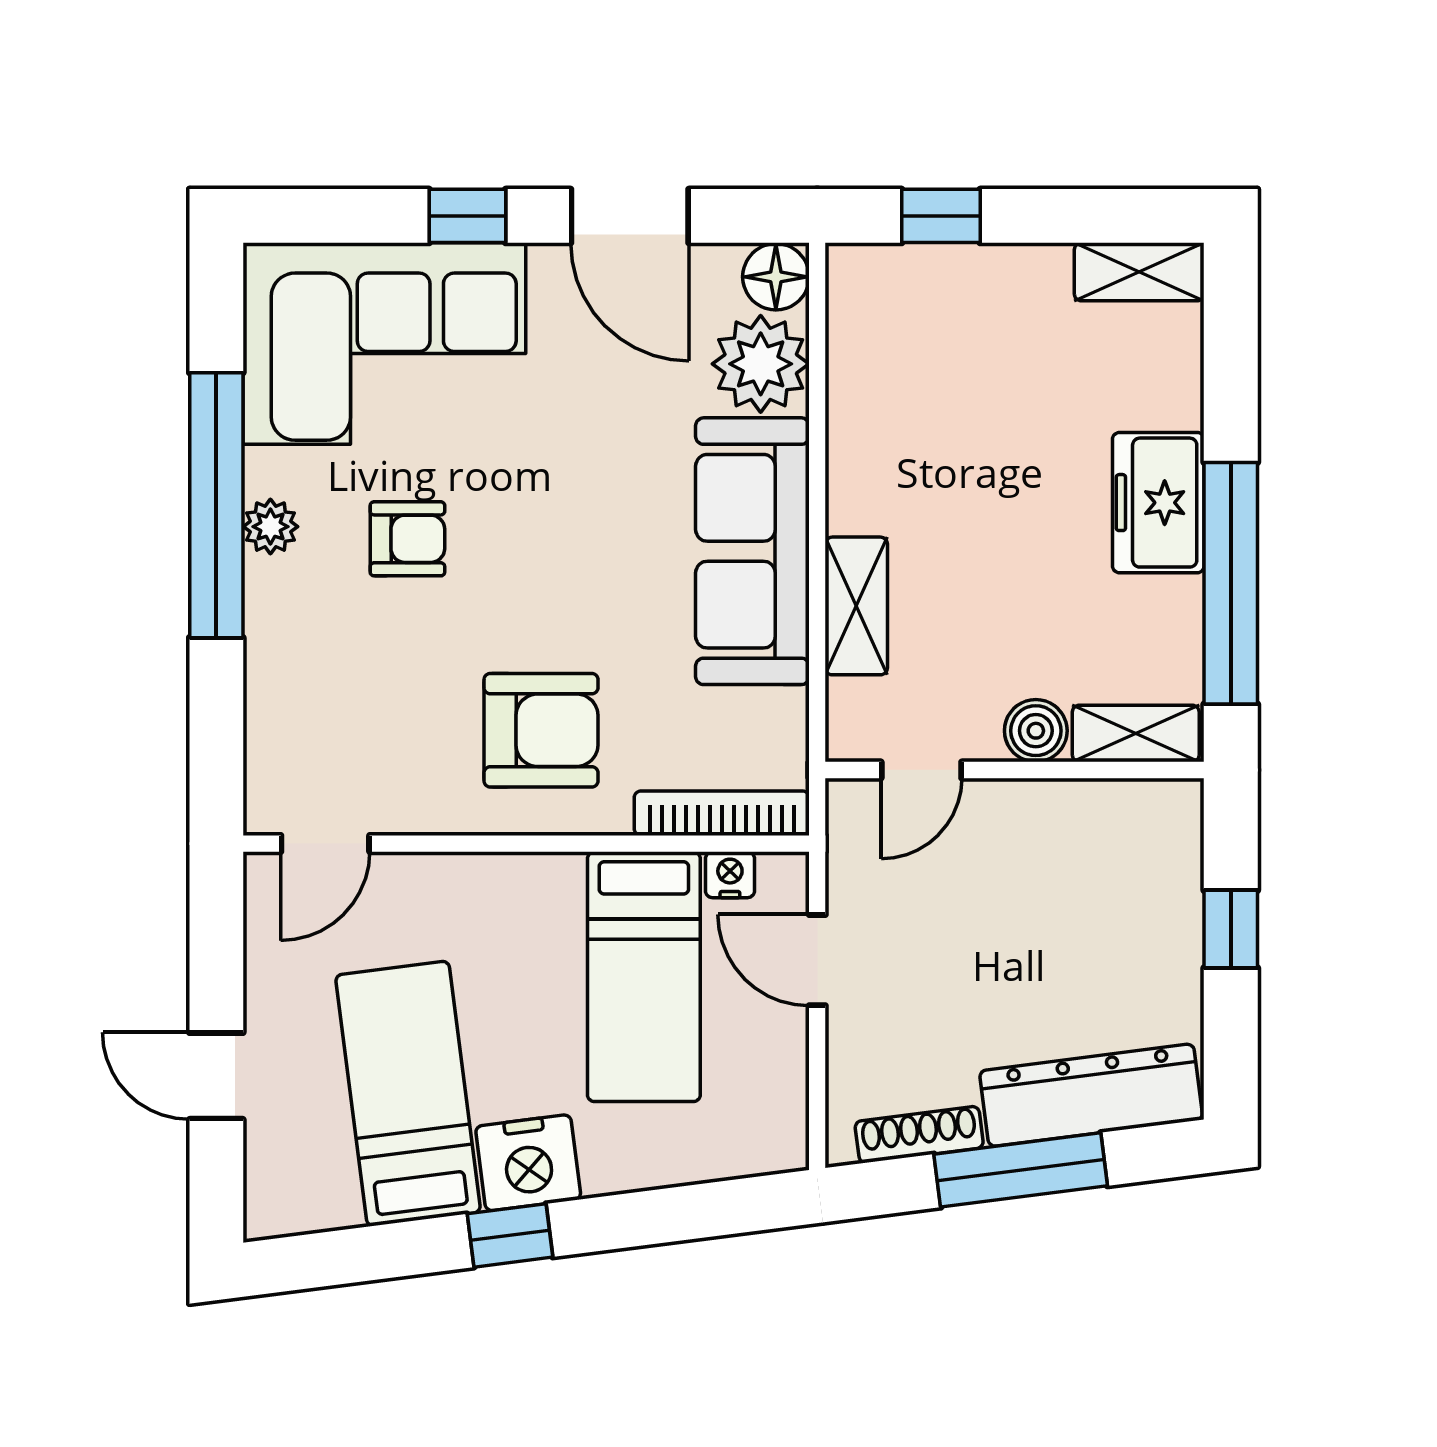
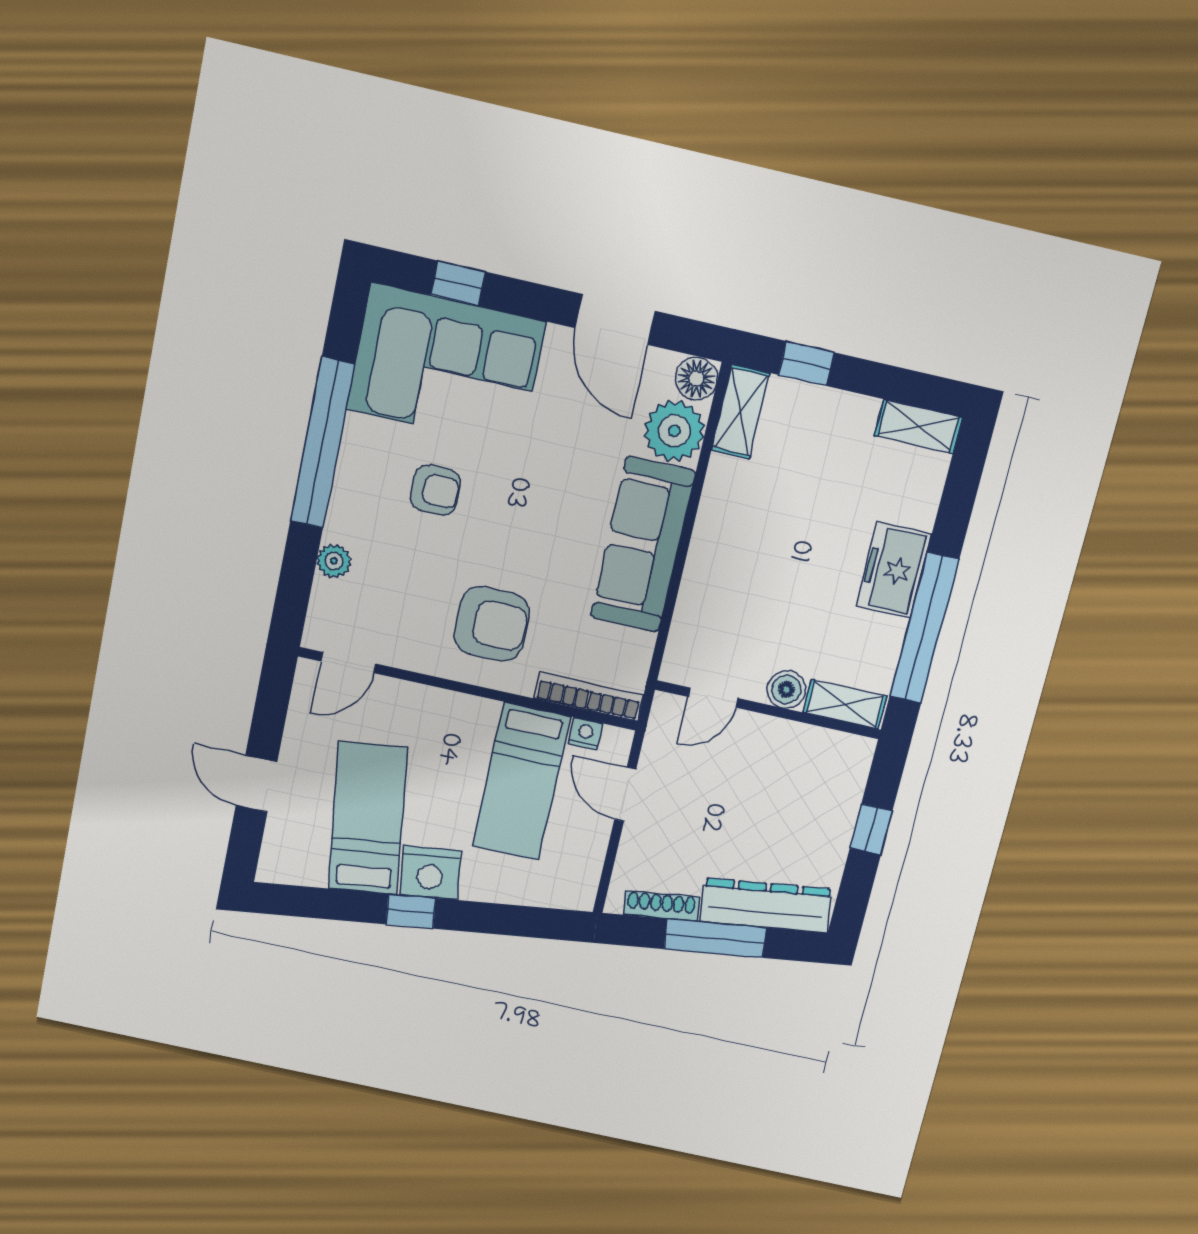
window: (467, 216) -> (458, 283), moved
plant: (270, 527) -> (334, 561), moved
shelving: (856, 606) -> (740, 412), moved

